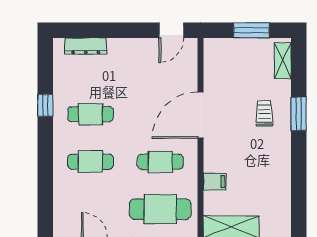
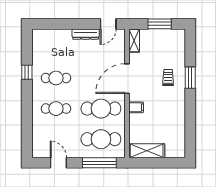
dresser: (86, 46) -> (86, 34), moved
shelving: (283, 61) -> (134, 41), moved
cafe table: (160, 162) -> (101, 109), width x1.37, depth x1.35
filing cabinet: (215, 182) -> (136, 107), moved

